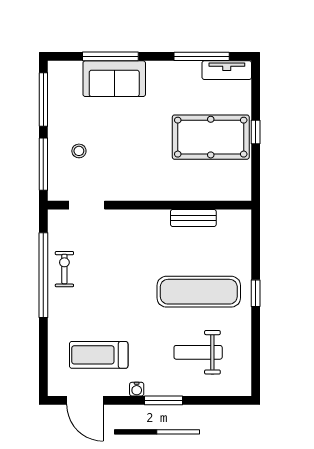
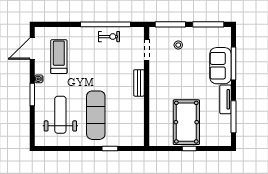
tv unit: (227, 70) -> (226, 99), moved
bench: (193, 218) -> (139, 83), moved
window: (256, 293) -> (110, 149), moved
weight bench: (198, 352) -> (60, 115), width x1.36, depth x1.33

